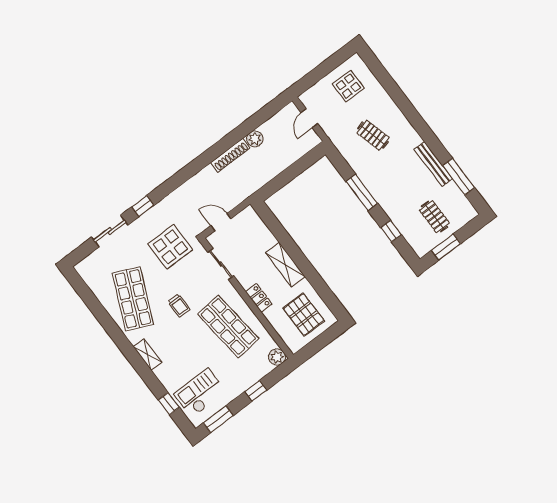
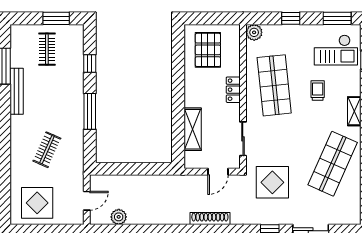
display table: (348, 86) -> (37, 203), width x1.36, depth x1.36
clothes rail: (373, 135) -> (47, 150), turned 39
plant: (255, 139) -> (119, 217), moved
shoe rack: (230, 155) -> (210, 219), moved
door: (221, 222) -> (218, 172), hinge flipped
shelving: (285, 265) -> (193, 129), moved
trolley: (179, 306) -> (318, 90), moved

